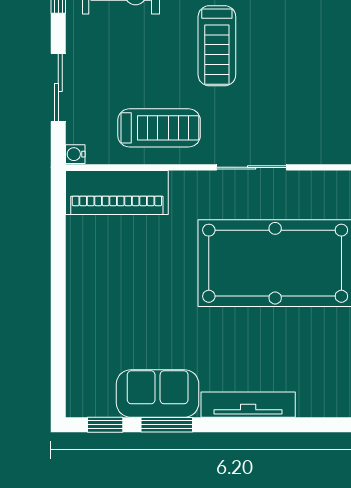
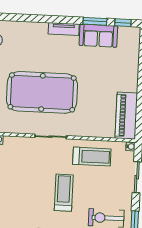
treadmill: (159, 128) -> (92, 157), turned 180
piano: (117, 192) -> (126, 116), moved, turned -90
tv unit: (248, 405) -> (64, 29), width x0.71

